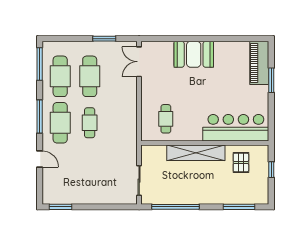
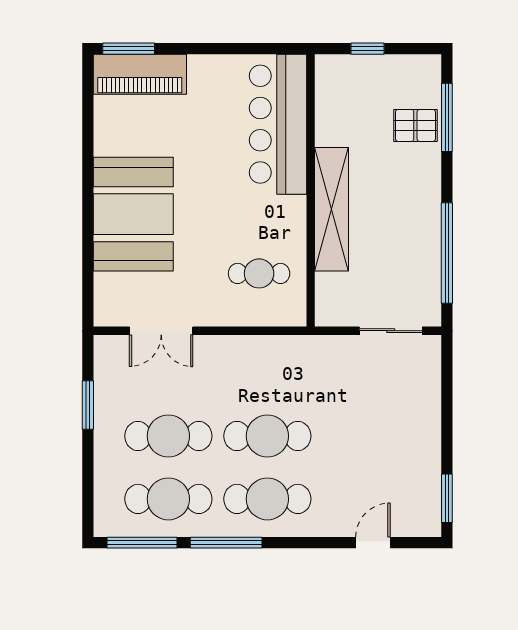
booth: (194, 54) -> (133, 214), width x1.36, depth x1.42
double door: (139, 62) -> (161, 331), moved
window: (271, 80) -> (129, 49), moved
window: (40, 117) -> (226, 543), moved
cafe table: (90, 123) -> (267, 436), width x1.37, depth x1.35
door: (40, 159) -> (373, 543), moved
pallet: (241, 162) -> (415, 125), moved

